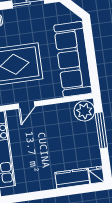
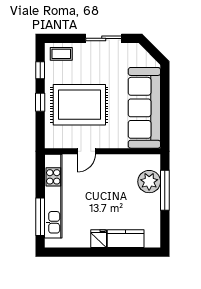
plant: (84, 111) -> (149, 182), moved
fridge: (96, 175) -> (99, 239), moved

